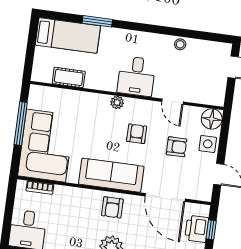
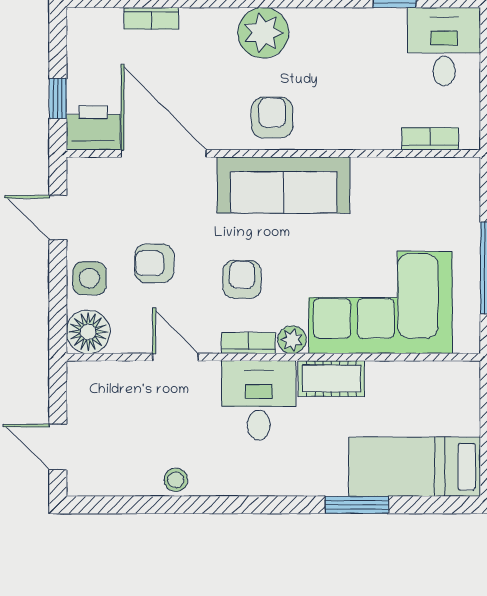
cot: (69, 77) -> (331, 378), moved
bookcase: (138, 104) -> (248, 343), added
armchair: (137, 134) -> (242, 279), turned 180
corner sofa: (46, 146) -> (380, 303), moved, turned 90
printer: (197, 229) -> (93, 128), moved, turned -90

